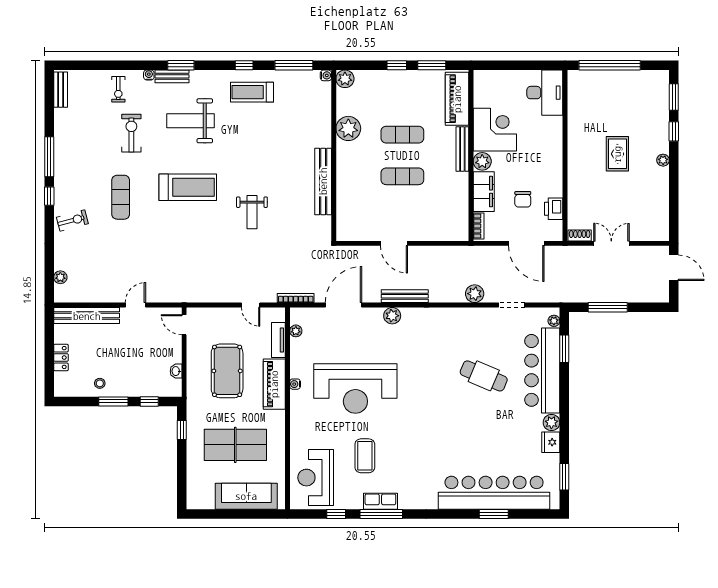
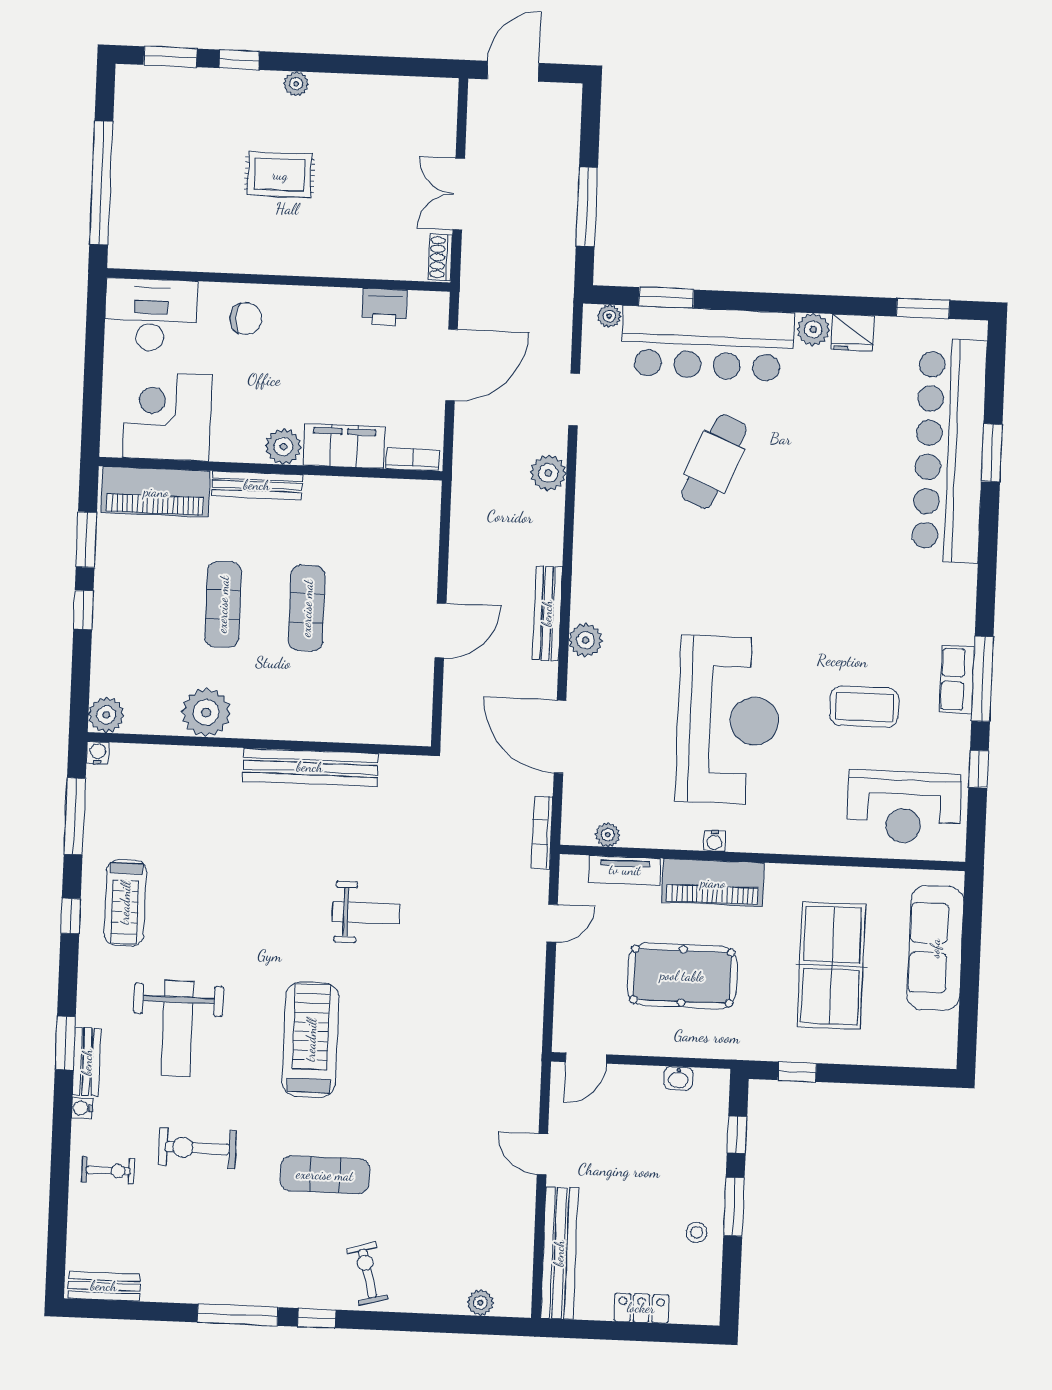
corner desk: (495, 130) -> (167, 416), moved
chair: (523, 199) -> (246, 319), moved

